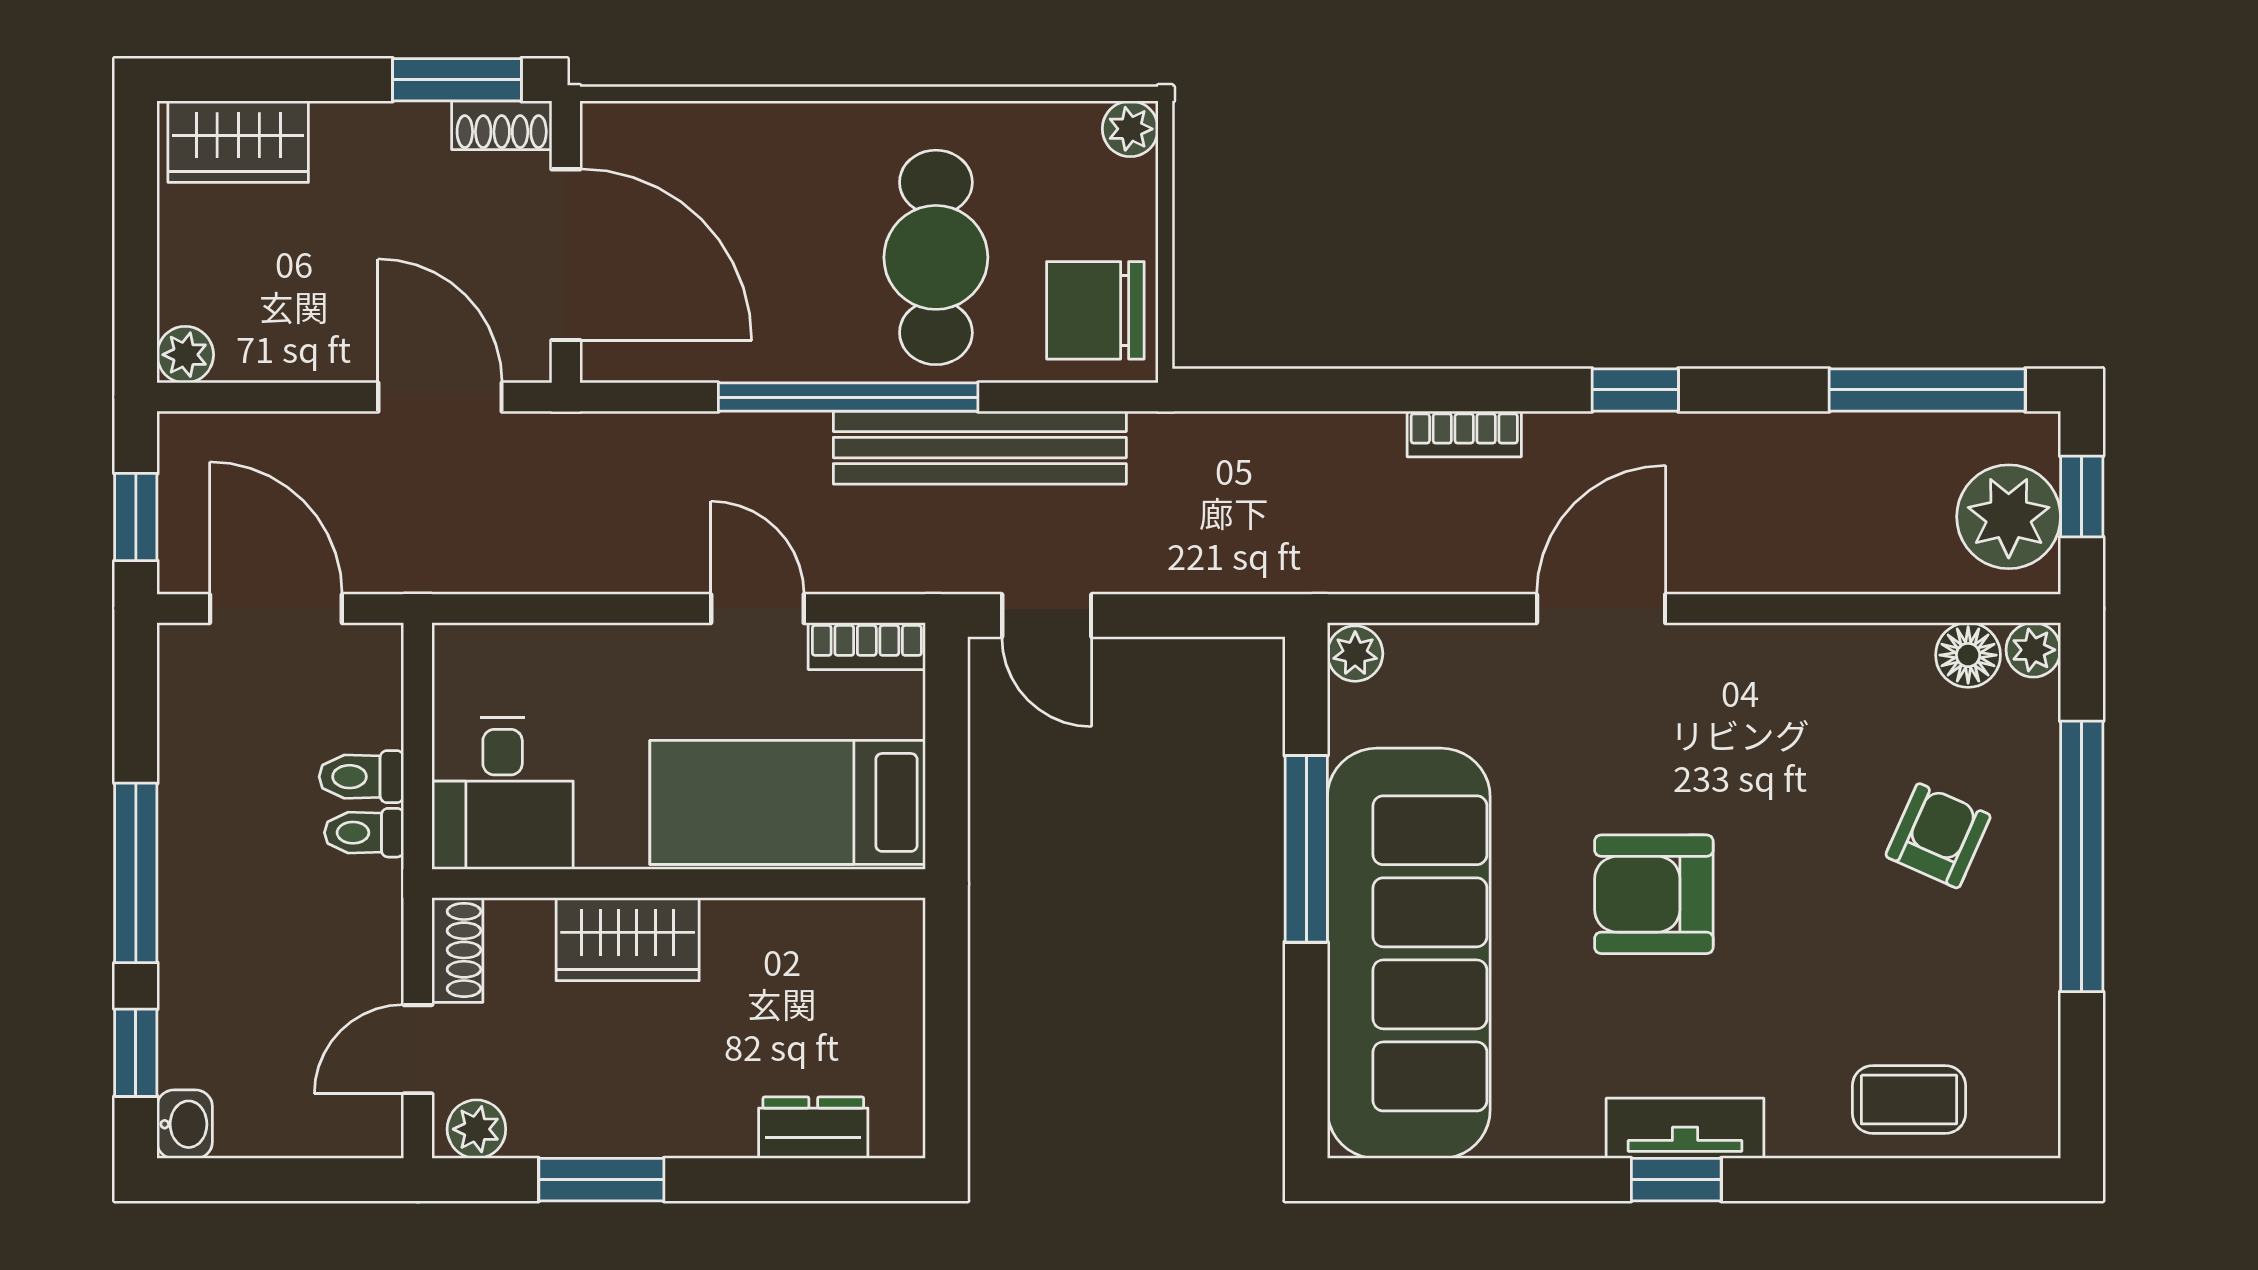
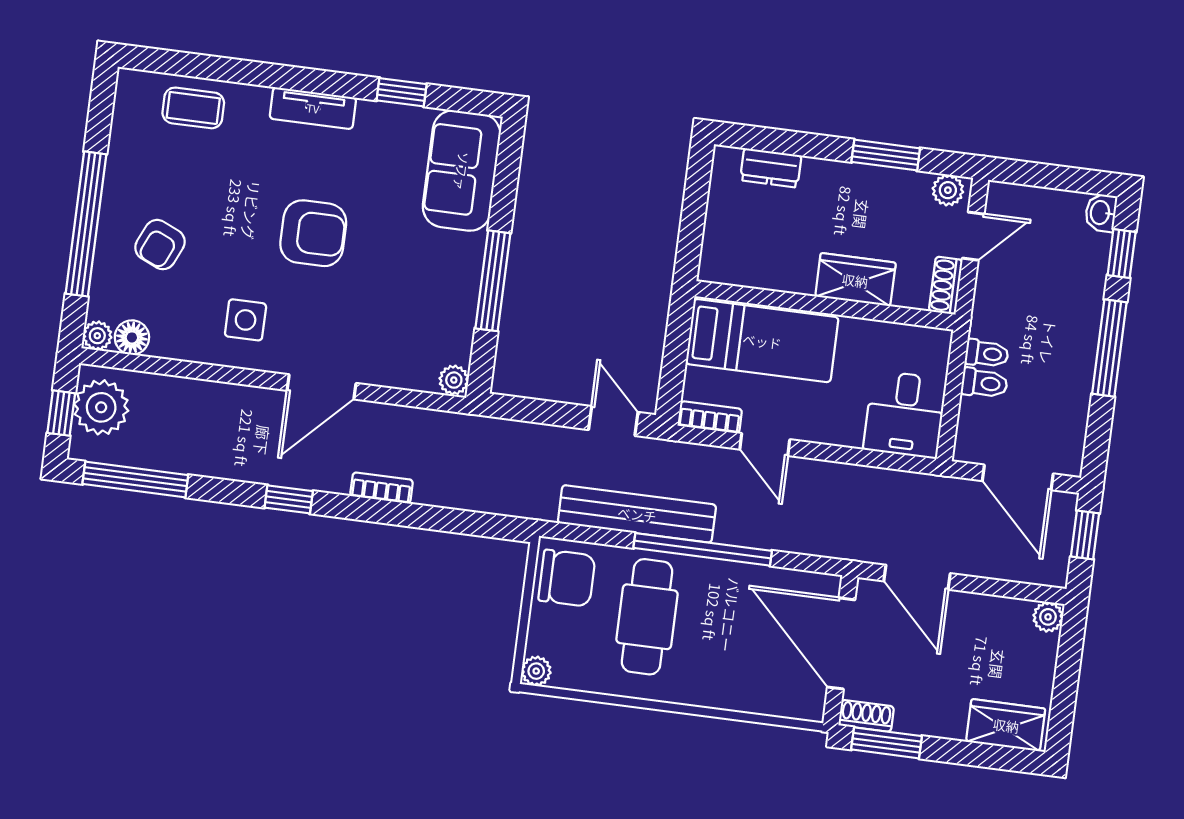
side table: (1760, 715) -> (246, 320), added
desk: (503, 793) -> (905, 414), moved, turned 180
sofa: (1409, 953) -> (462, 171), width x0.54, depth x0.79
window: (1676, 1180) -> (402, 92), moved

